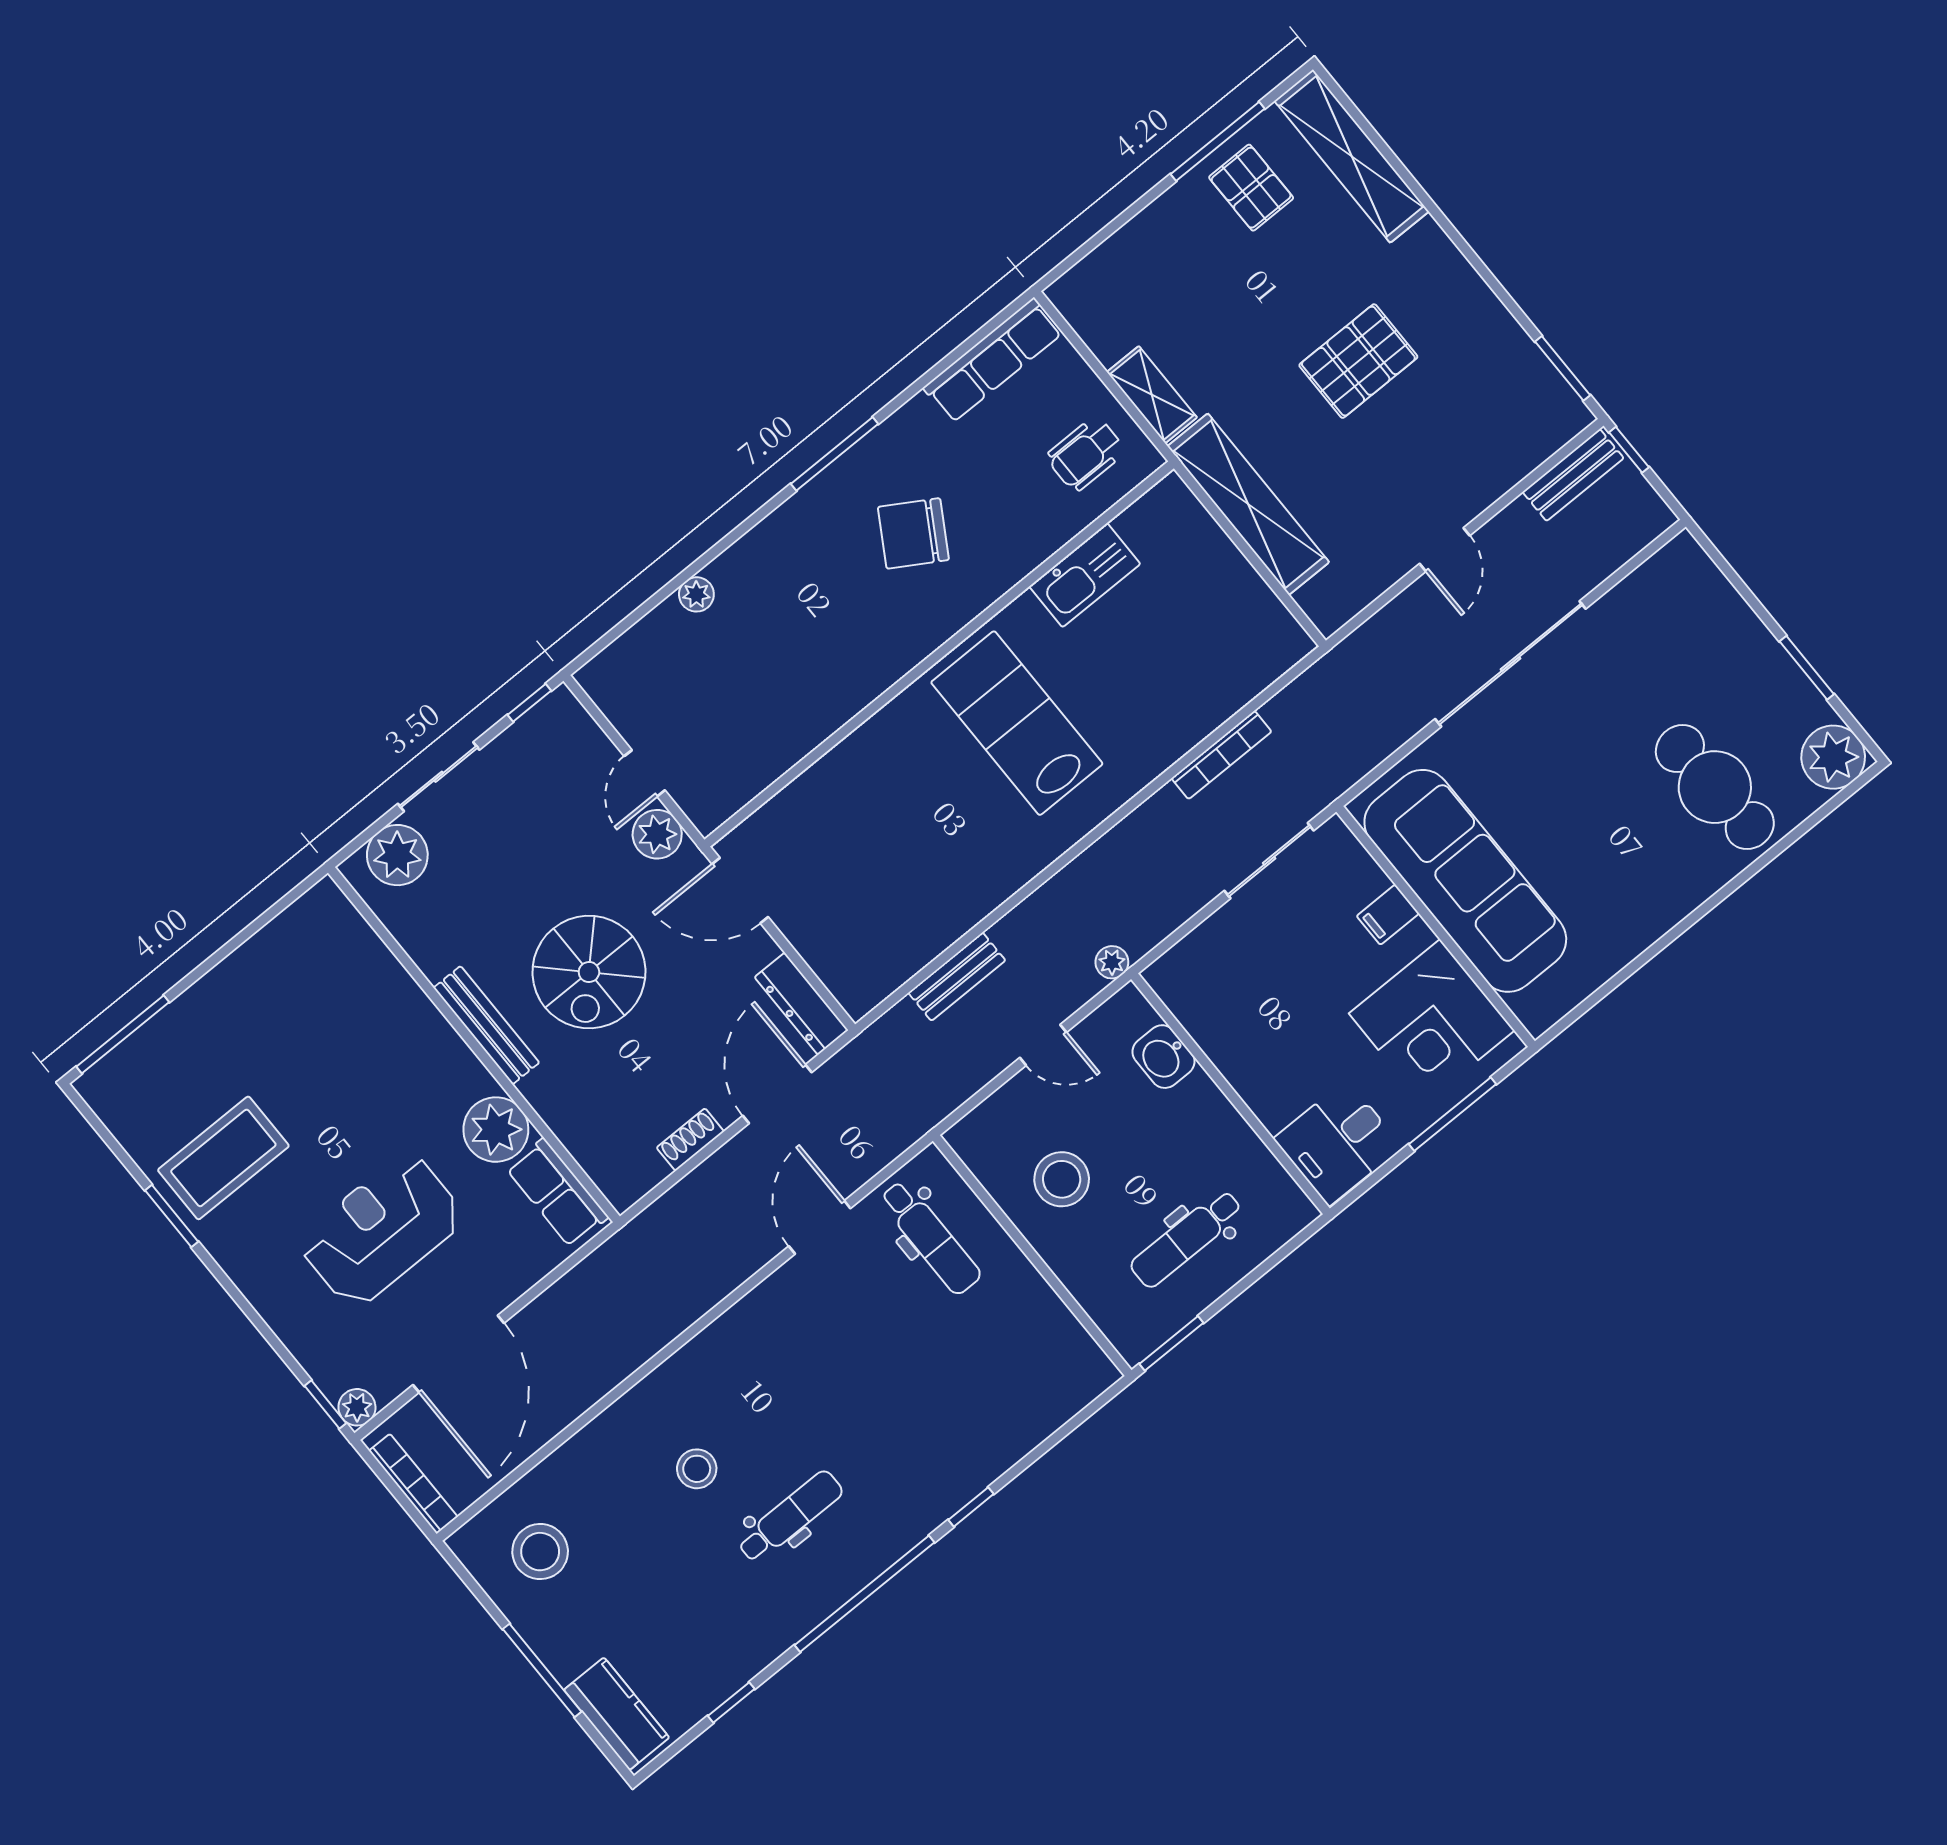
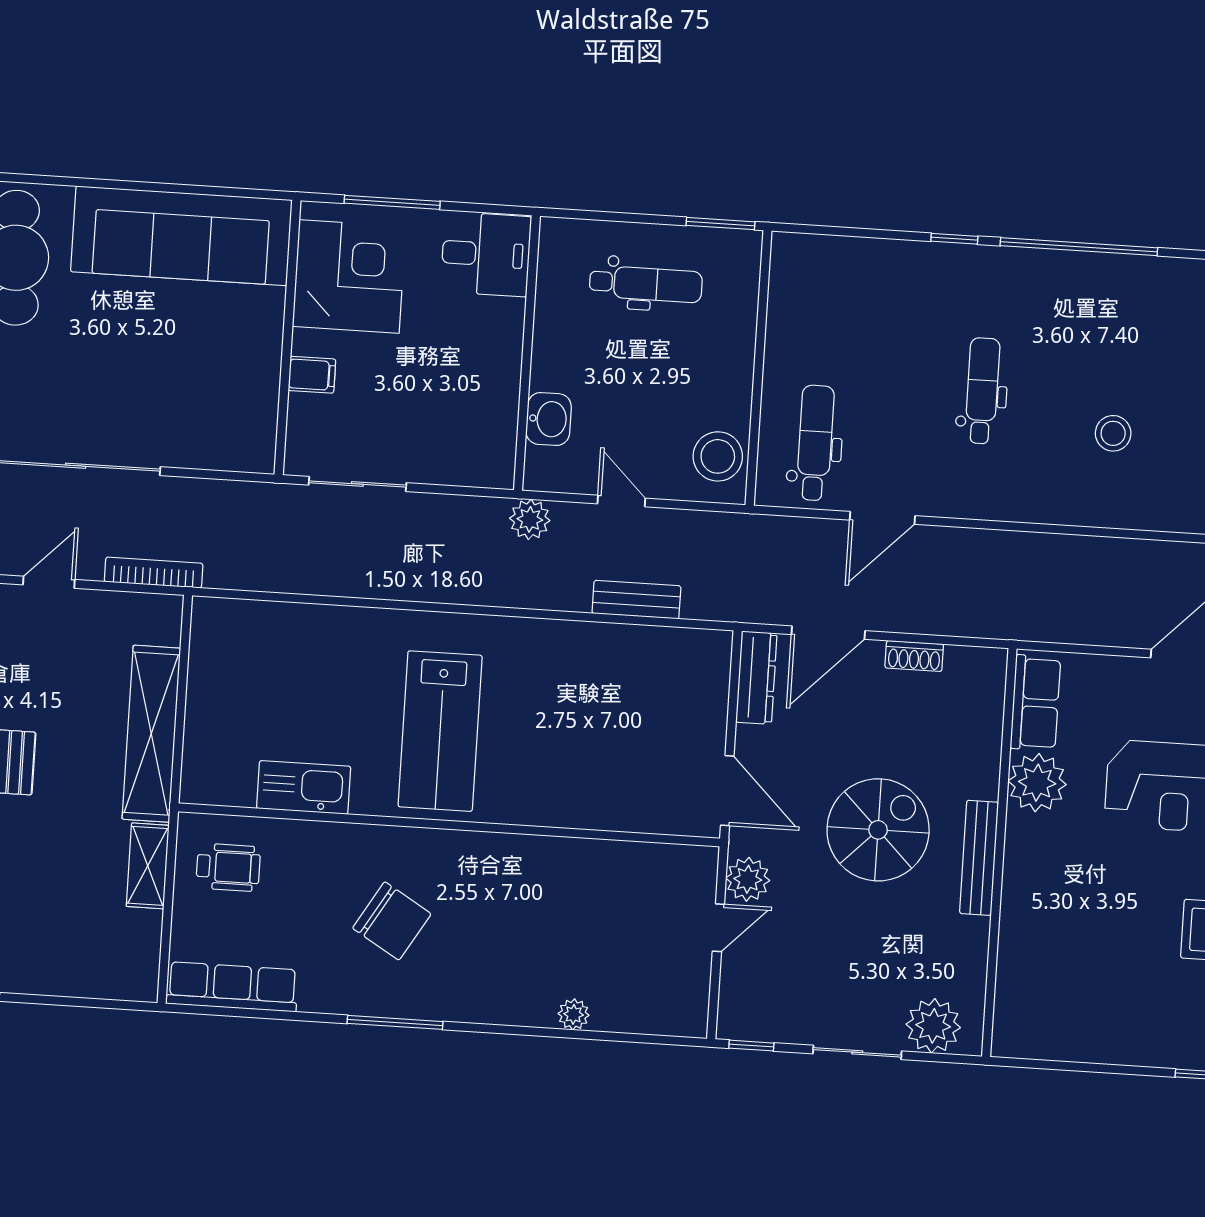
bookcase: (1221, 755) -> (154, 573), moved
sofa: (1465, 881) -> (181, 236), moved, turned -90
plant: (1112, 962) -> (530, 519), width x1.38, depth x1.38
stool: (1062, 1179) -> (718, 456), moved
dental chair: (790, 1517) -> (982, 391), moved, turned 90

